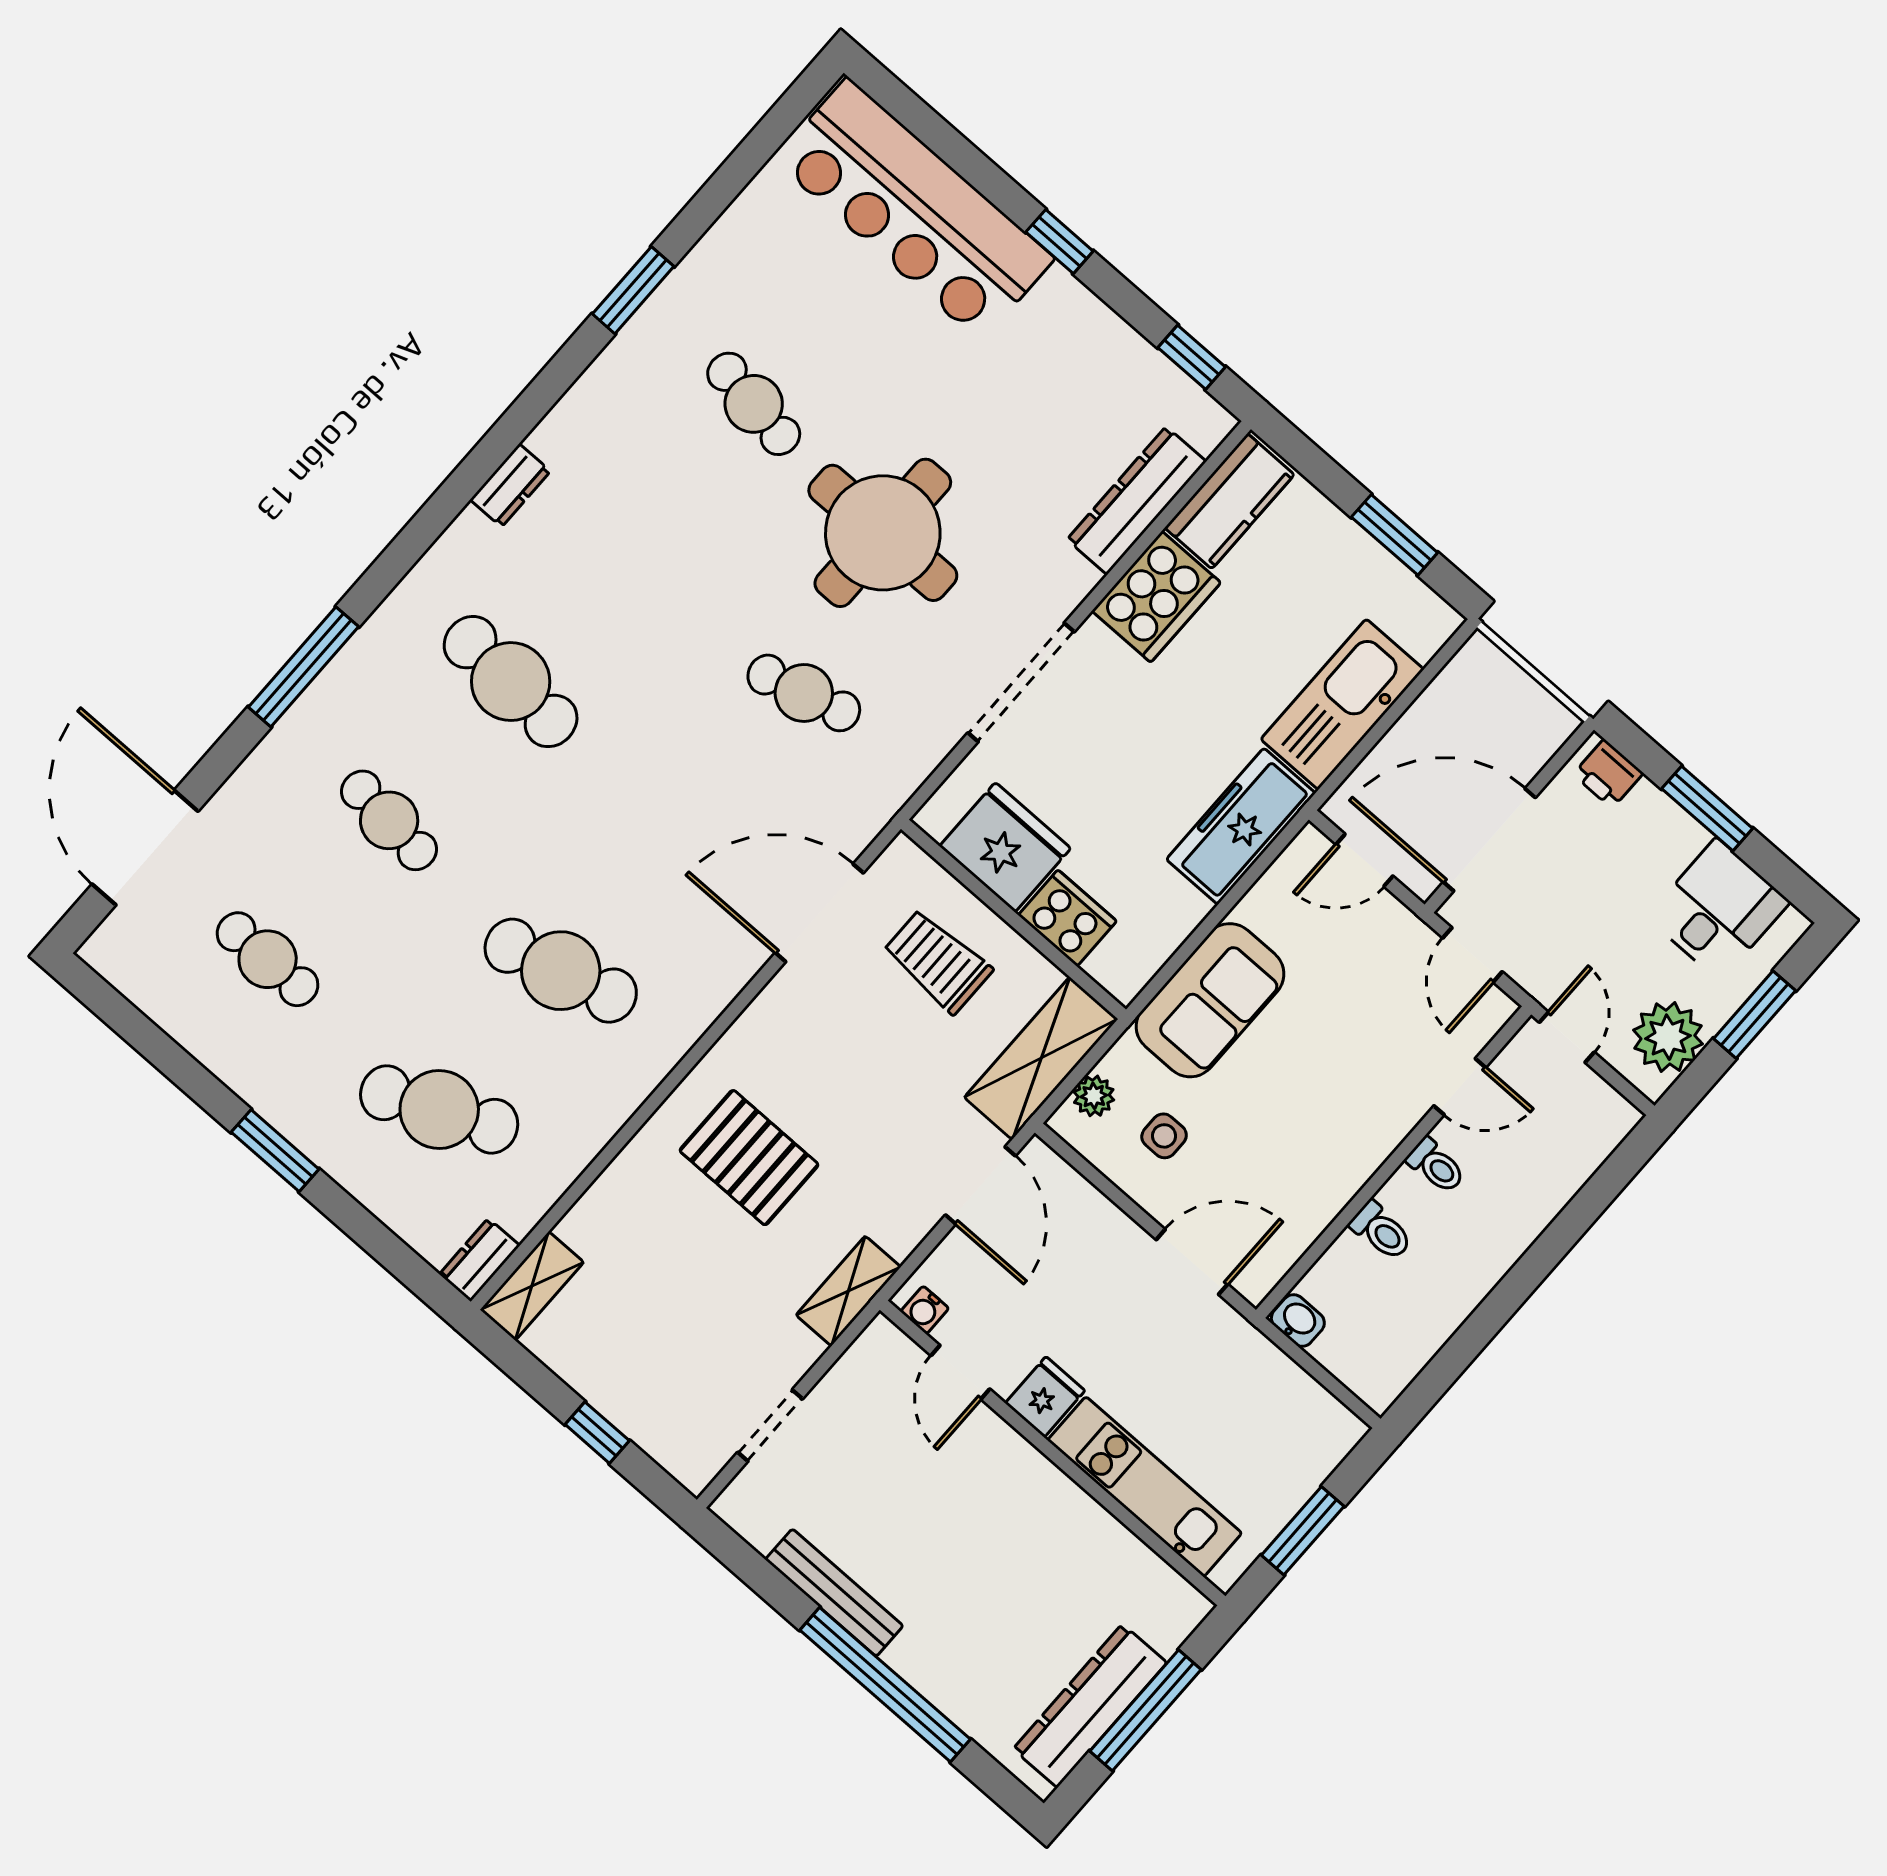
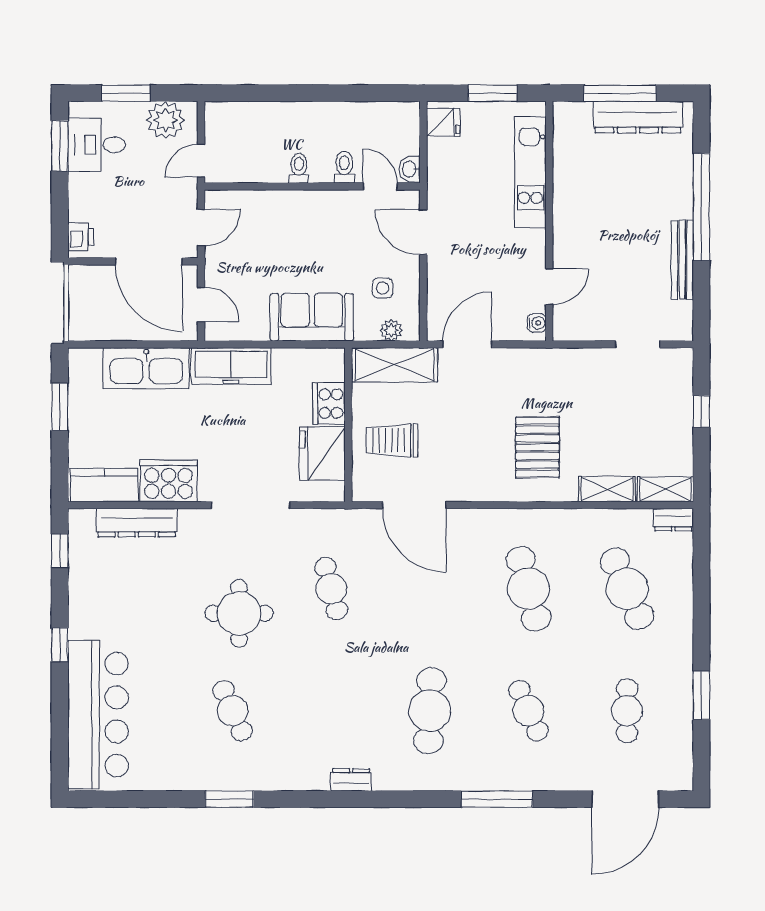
cafe table: (754, 404) -> (233, 711), turned -33
round table: (883, 533) -> (239, 613), width x0.73, depth x0.73
window: (1707, 809) -> (60, 146), moved
cafe table: (389, 820) -> (528, 711), turned -30
trolley: (938, 961) -> (392, 440), turned 90
door: (1460, 1087) -> (380, 186), moved
window: (275, 1151) -> (701, 695), moved
shelving: (848, 1291) -> (607, 489), moved
fridge: (1045, 1397) -> (443, 122), moved, turned 180

